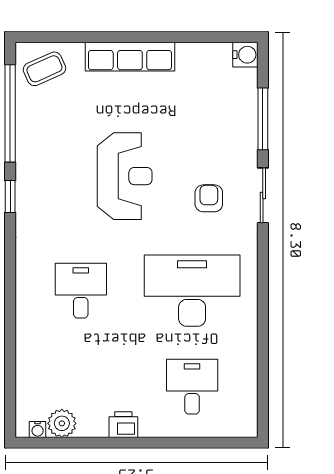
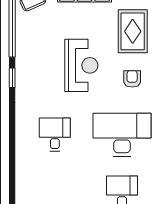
rug: (210, 120) -> (133, 31), added

